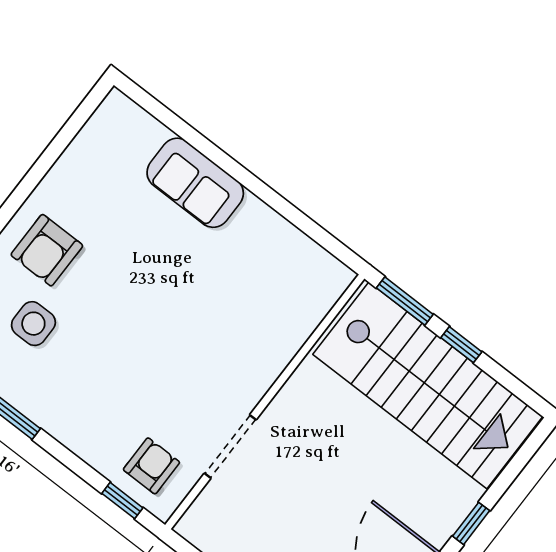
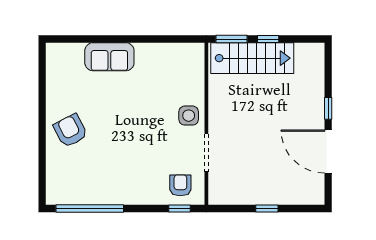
armchair: (47, 250) -> (70, 131), turned 153
side table: (33, 324) -> (189, 116), moved
stairs: (428, 385) -> (252, 58), width x0.73, depth x0.66

